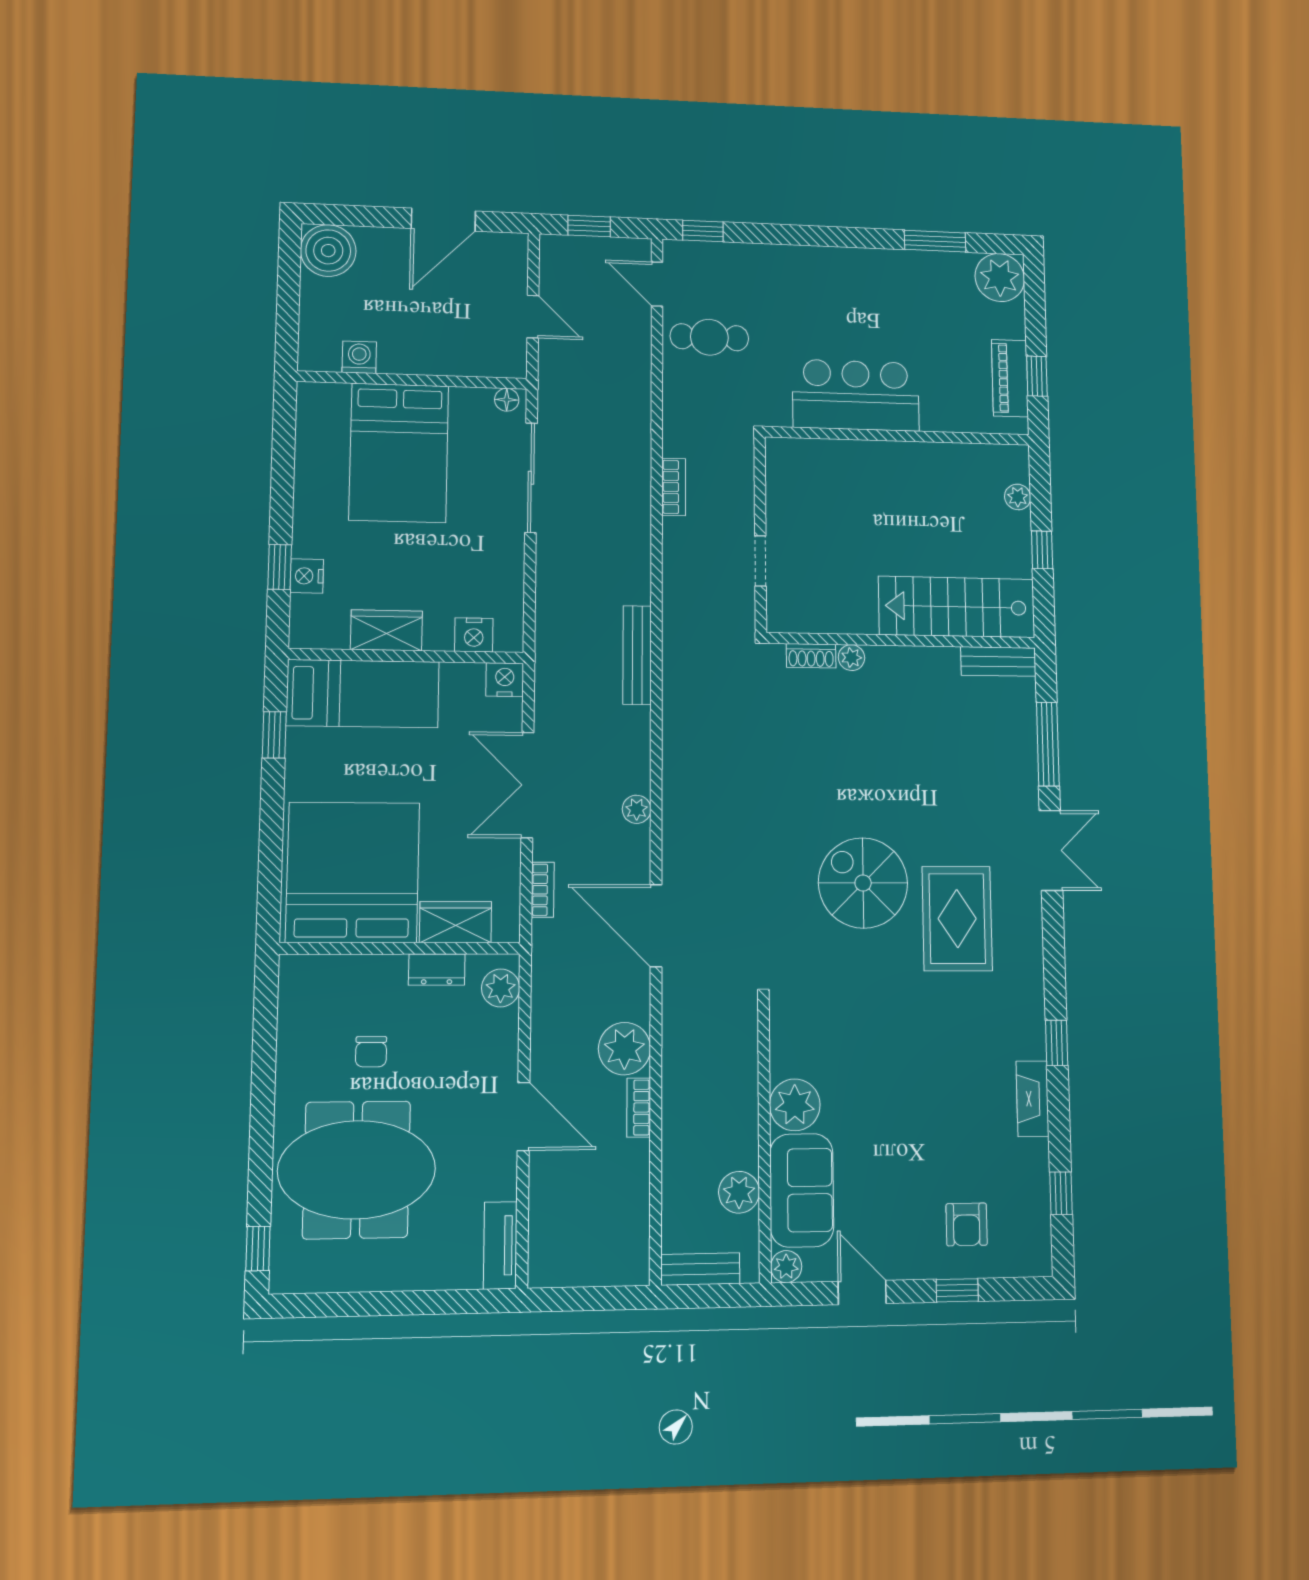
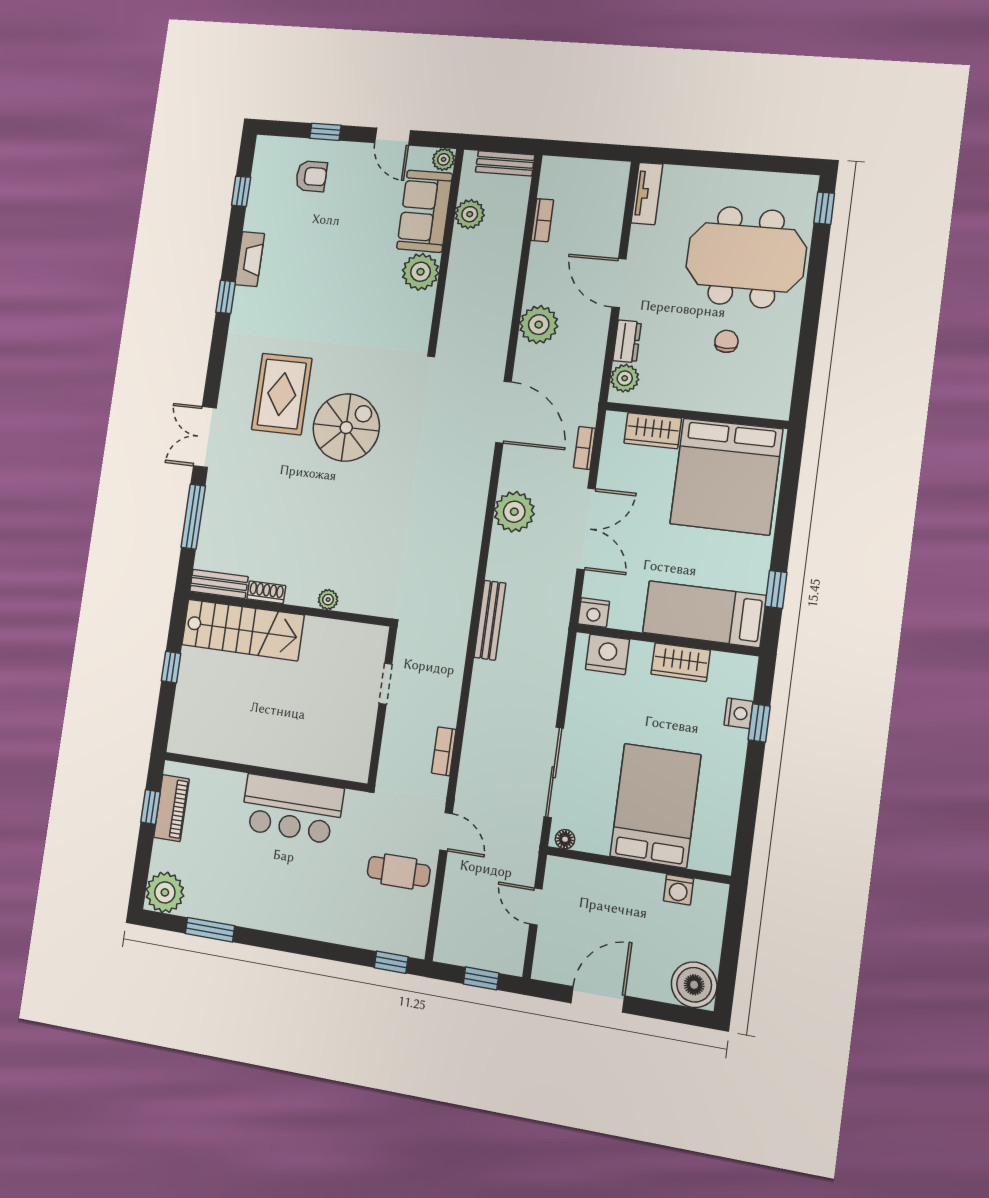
door: (657, 284) -> (446, 832), moved
plant: (1018, 497) -> (182, 711), removed
nightstand: (474, 635) -> (607, 654), width x1.36, depth x1.33
shoe rack: (811, 656) -> (266, 592), moved
plant: (637, 809) -> (514, 512), width x1.88, depth x1.88
spiral stairs: (863, 883) -> (346, 428), turned -90
dresser: (437, 970) -> (627, 341), moved, turned 90
bookcase: (639, 1108) -> (542, 220), moved
armchair: (967, 1224) -> (311, 176), turned 90

